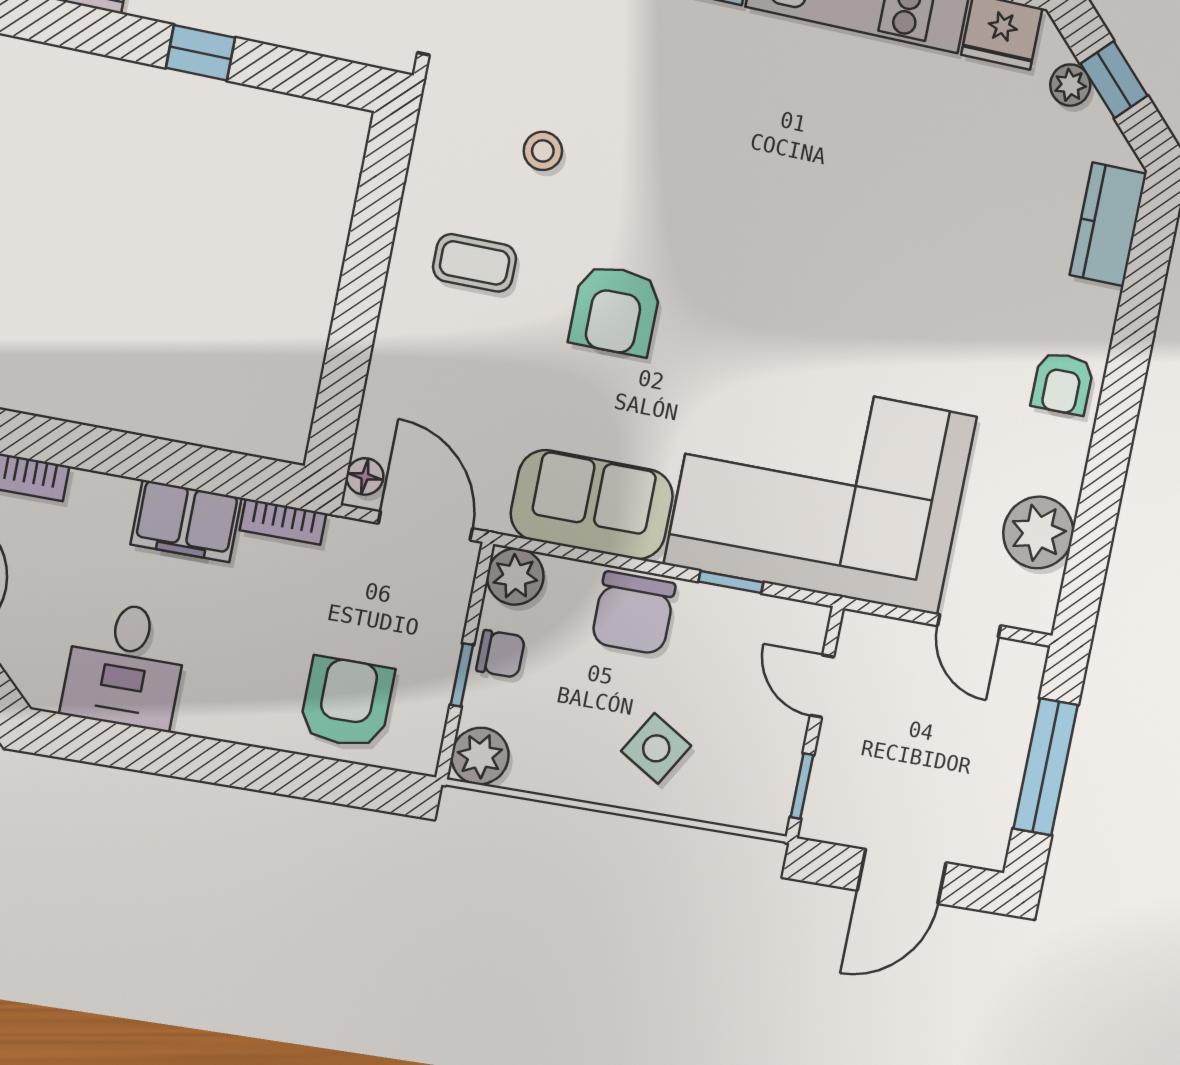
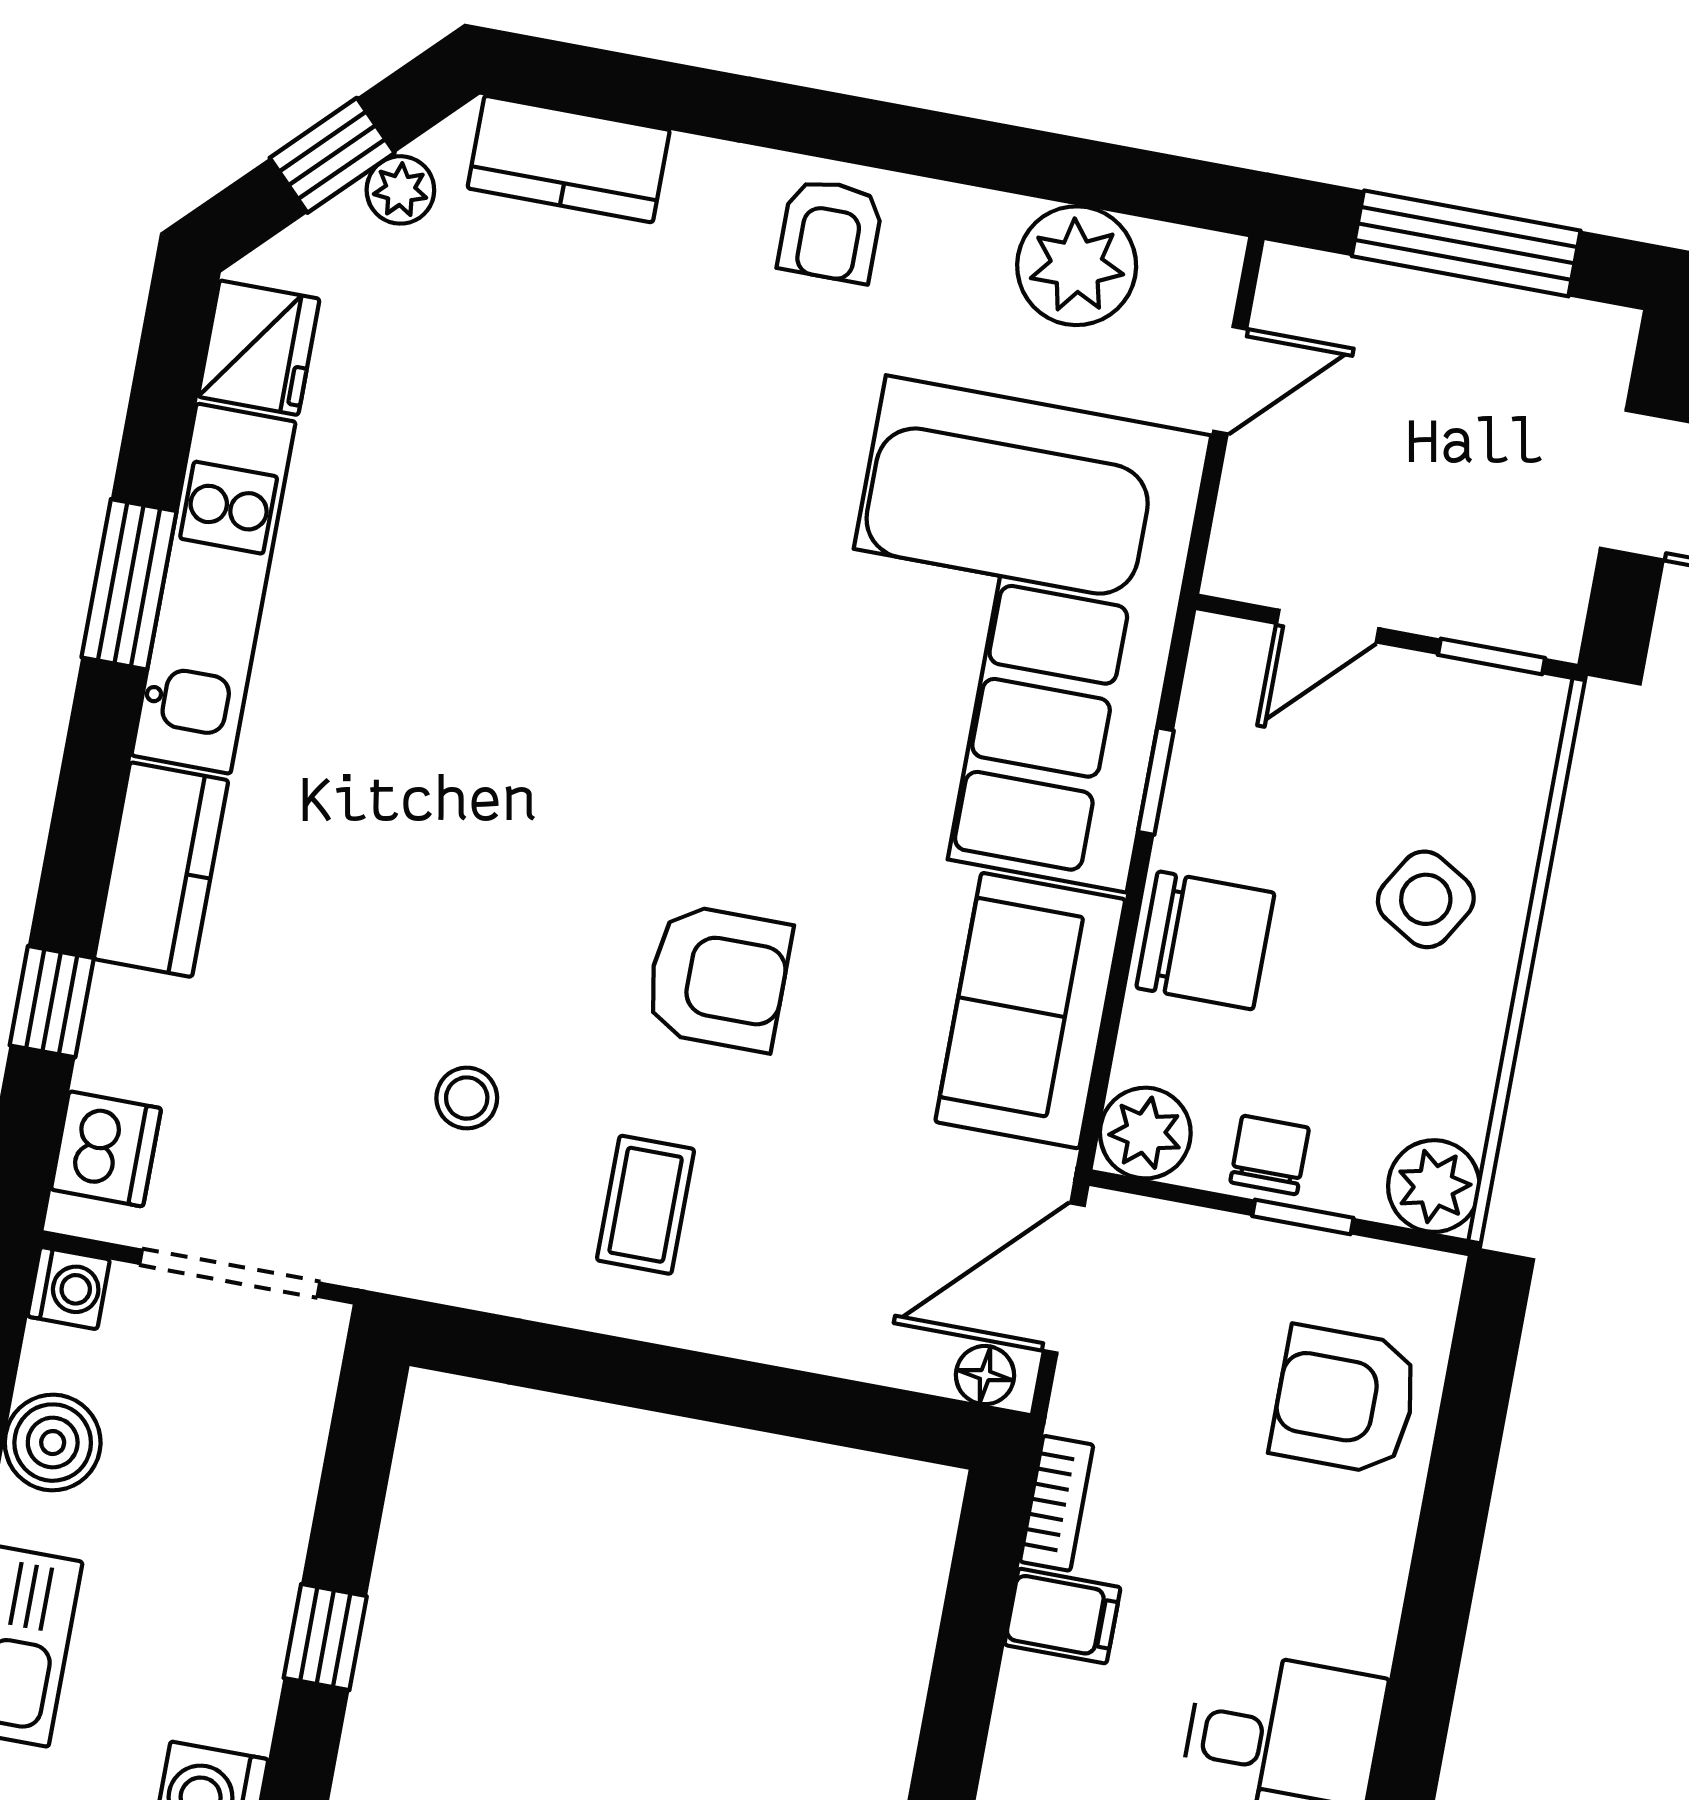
plant: (1070, 85) -> (400, 190), moved
armchair: (1062, 383) -> (831, 231), turned 90
filing cabinet: (186, 521) -> (1063, 1616), width x0.50

